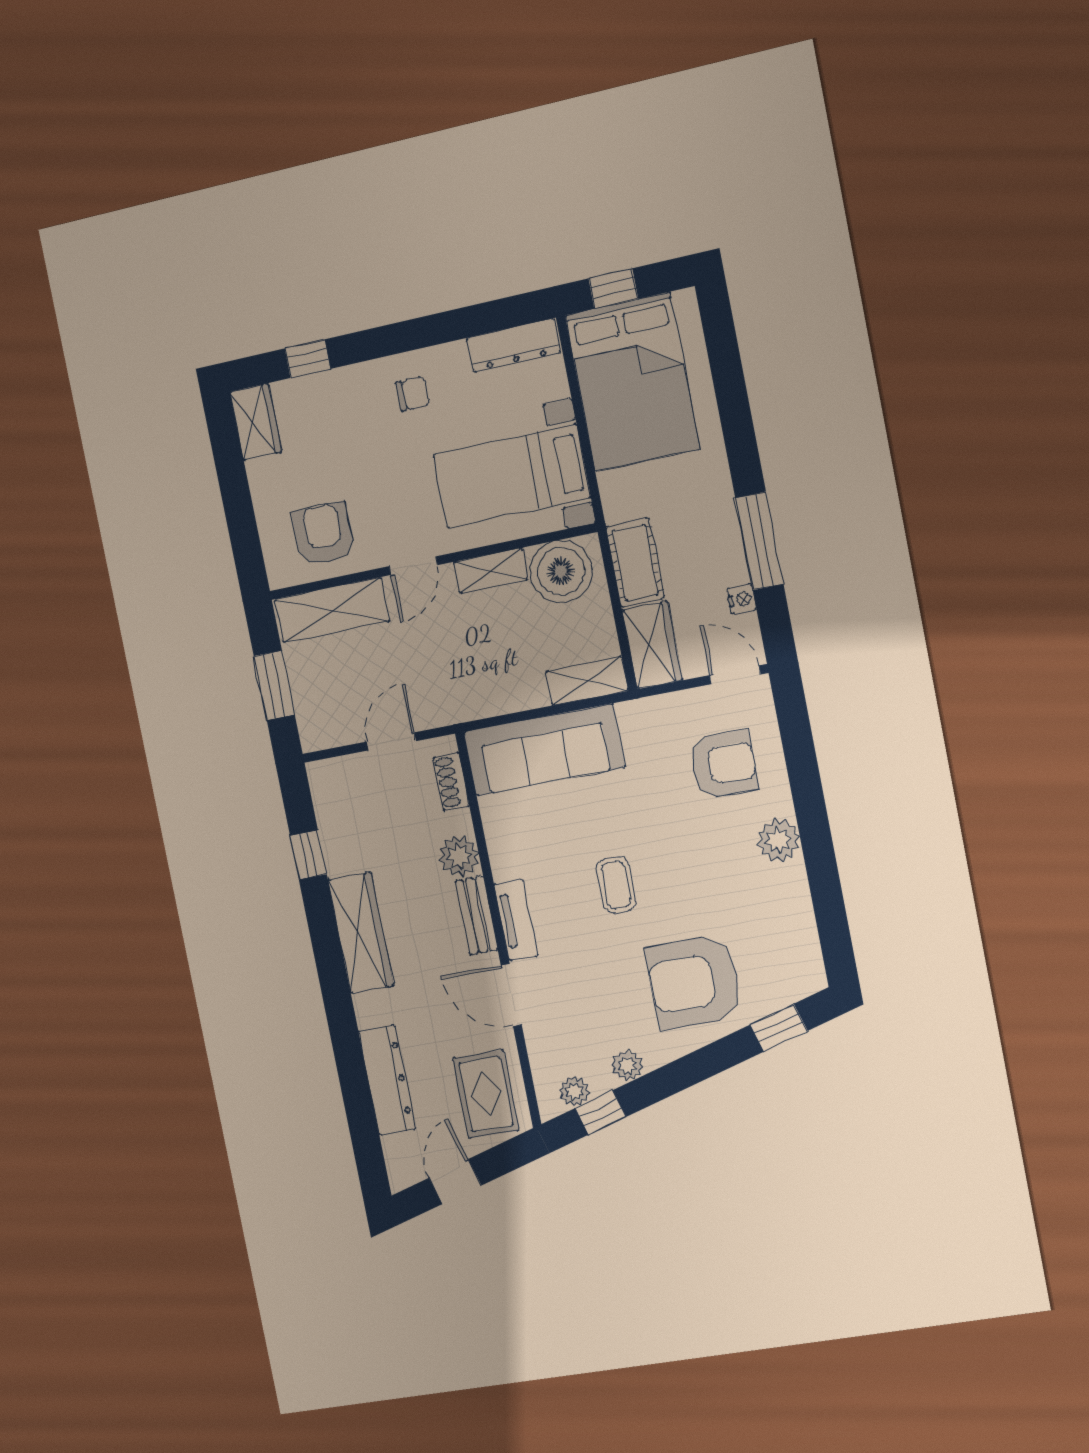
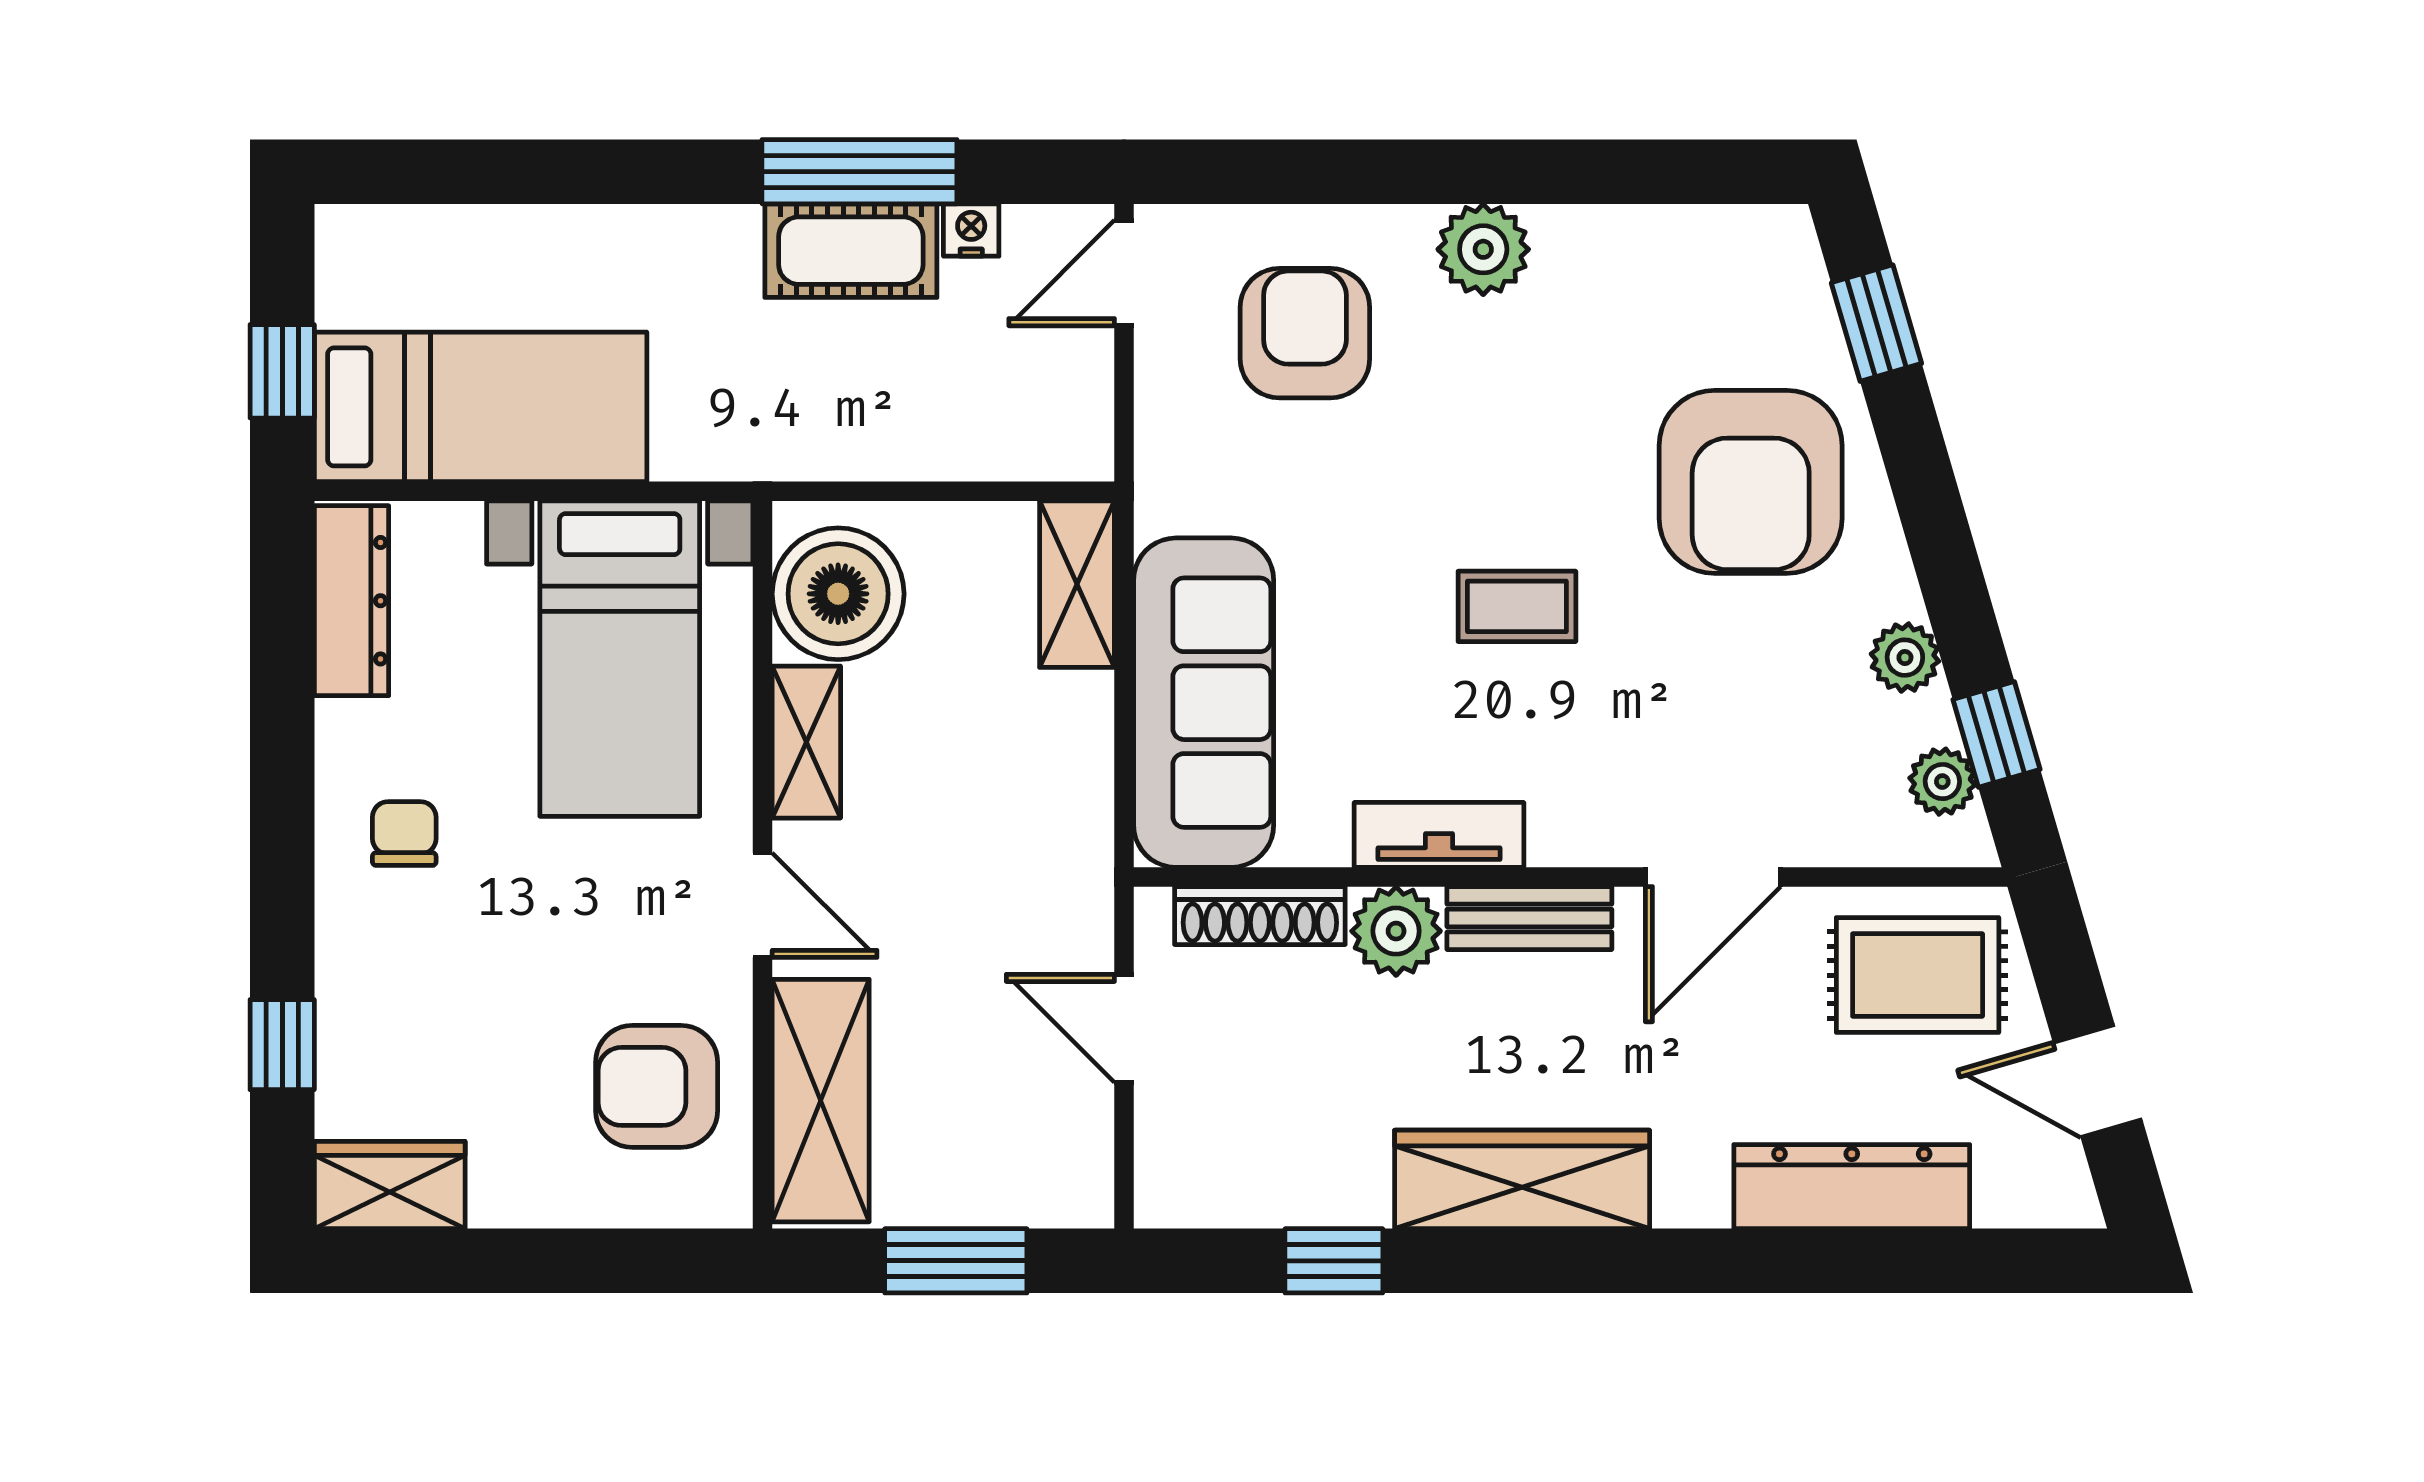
bed: (632, 382) -> (481, 407), width x0.67
cot: (635, 562) -> (851, 251), moved
wardrobe: (652, 645) -> (1029, 432), removed
shoe rack: (451, 782) -> (1260, 916), width x1.43
tv unit: (516, 920) -> (1439, 835), moved

